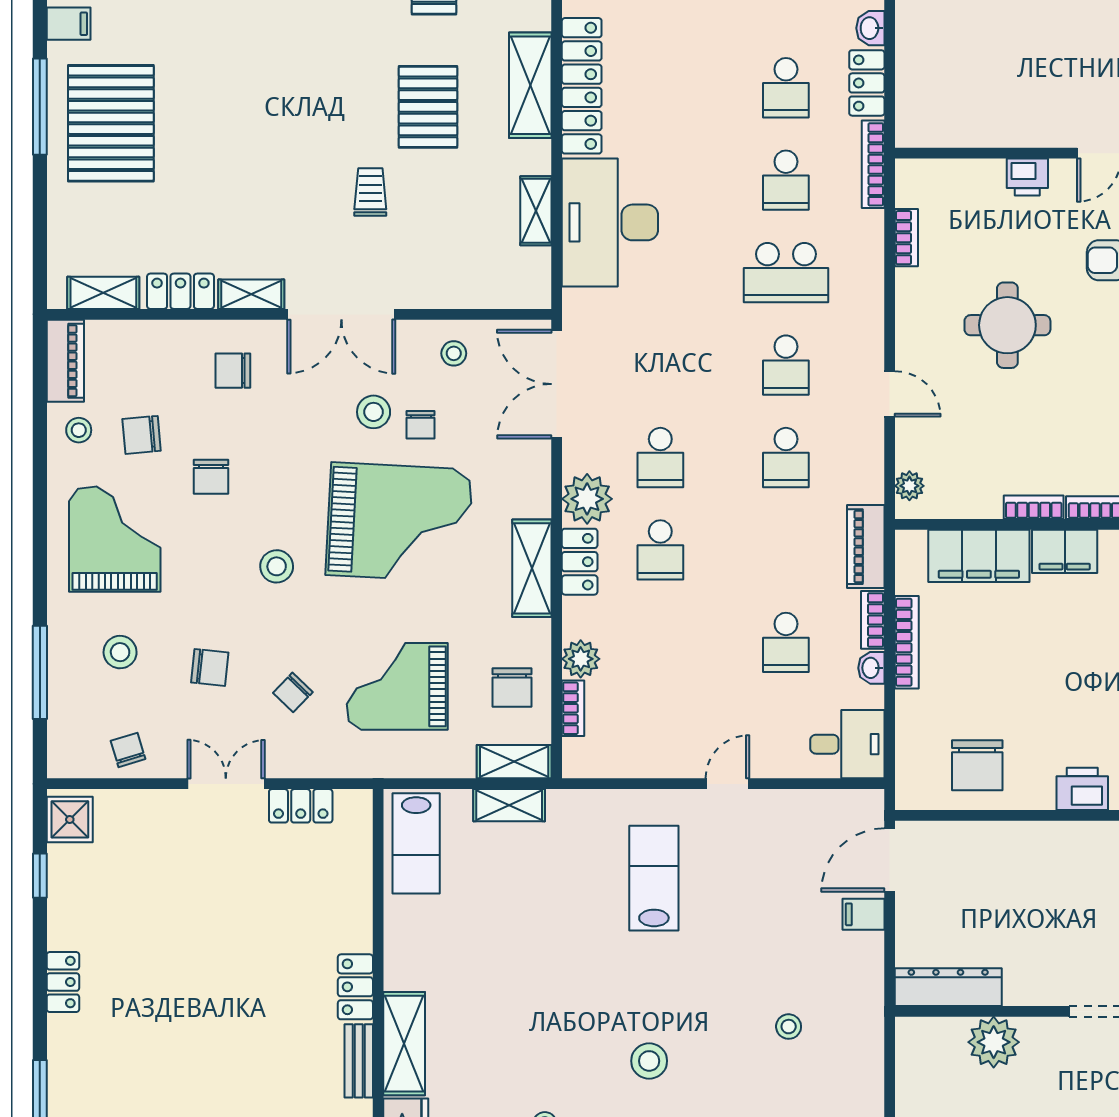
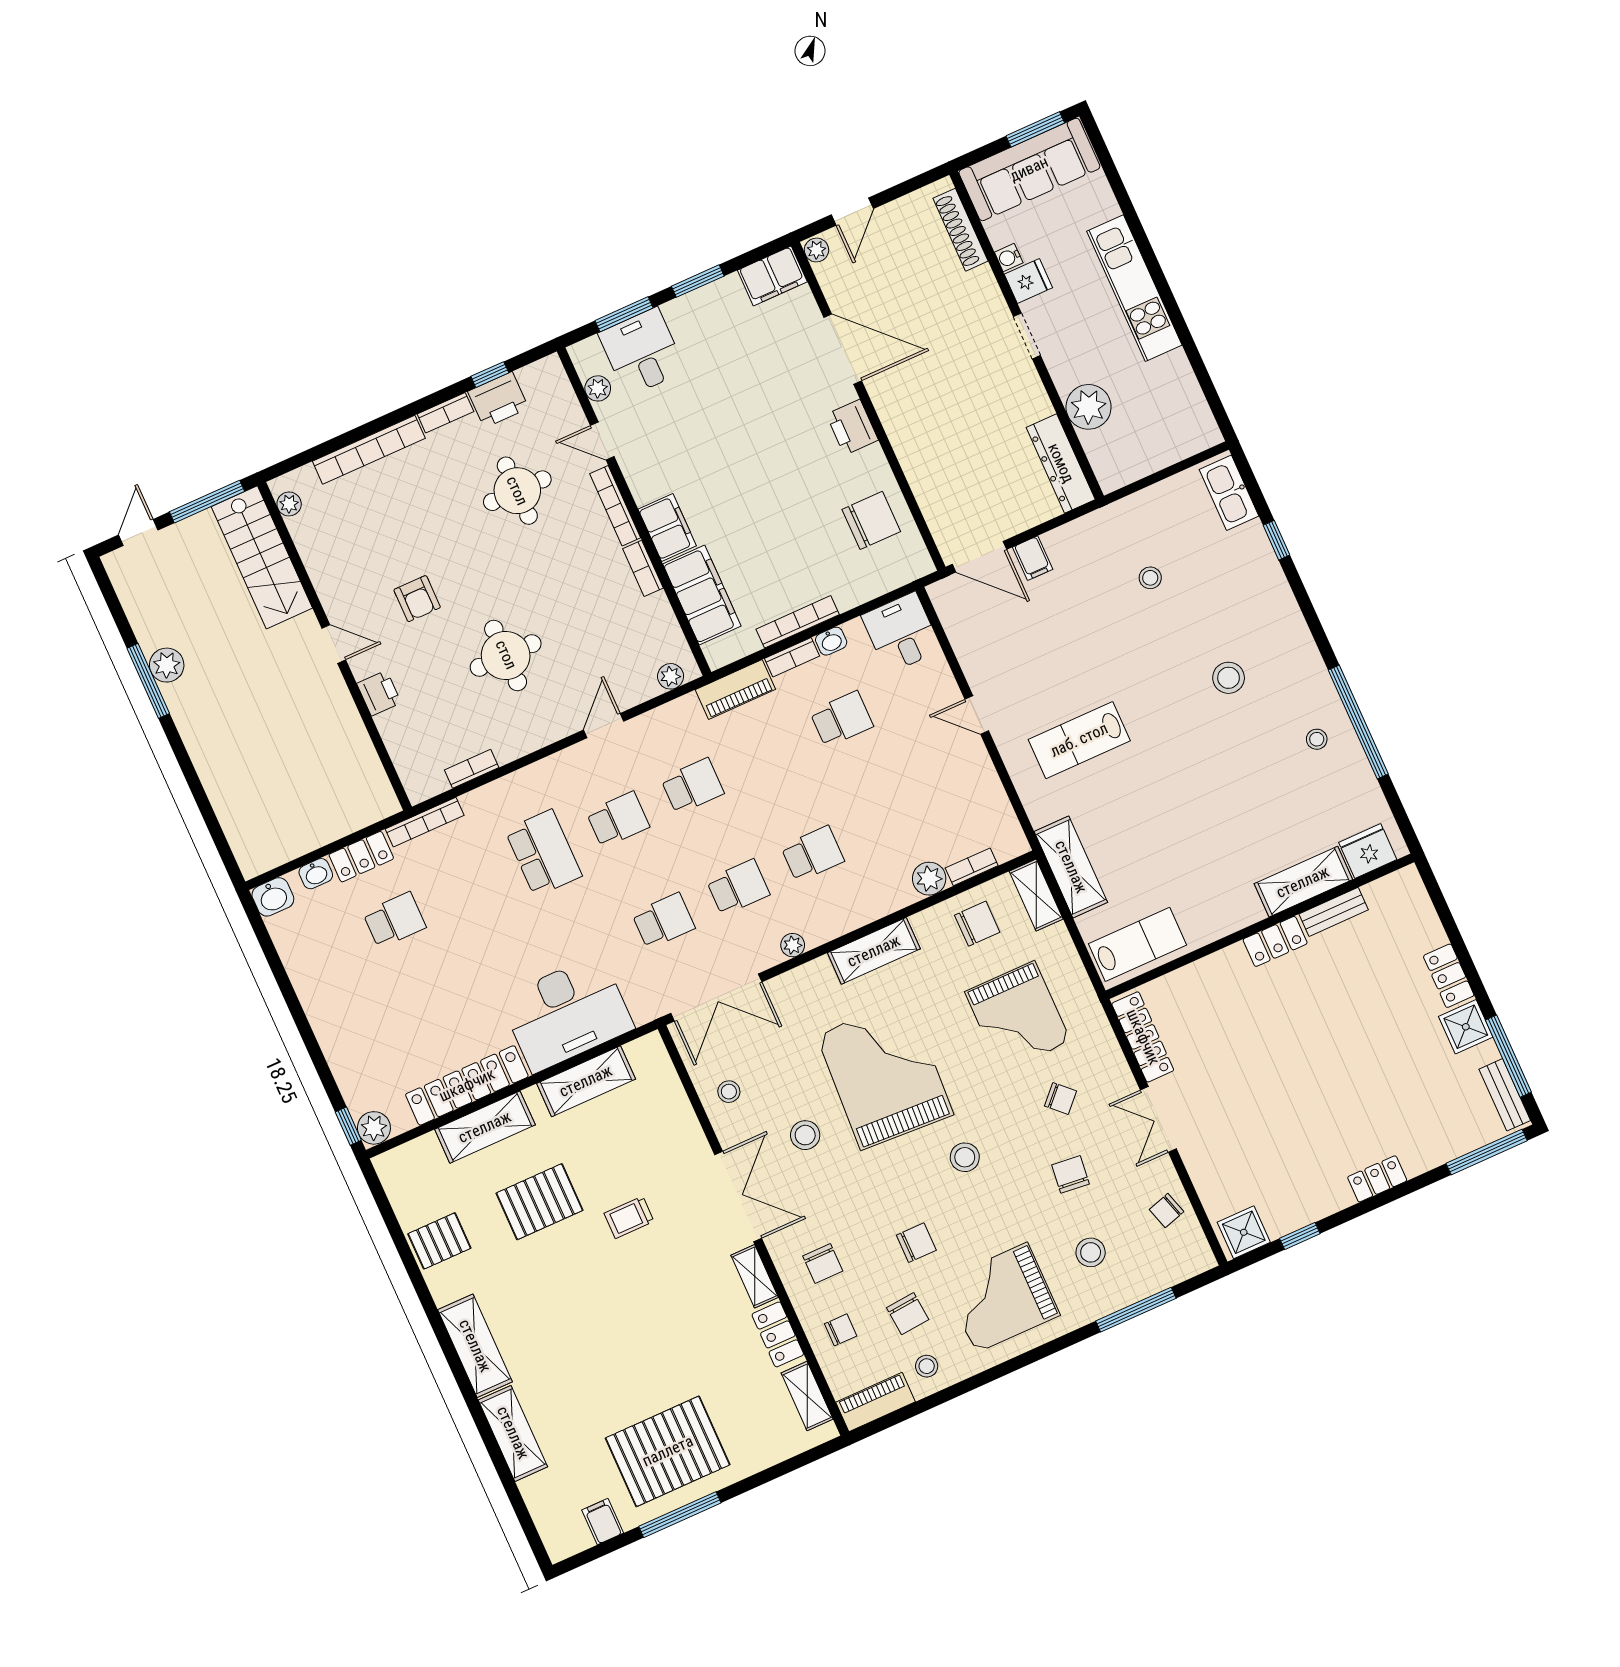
school desk: (786, 180) -> (663, 921), moved
shelving: (536, 211) -> (586, 1081), width x1.50, depth x1.33
chair: (421, 425) -> (841, 1330), moved
plant: (587, 499) -> (793, 945), width x0.53, depth x0.53
locker: (580, 562) -> (851, 915), removed
shelving: (509, 805) -> (1071, 867), width x1.50, depth x1.33
locker: (301, 806) -> (1143, 1037), width x1.53

